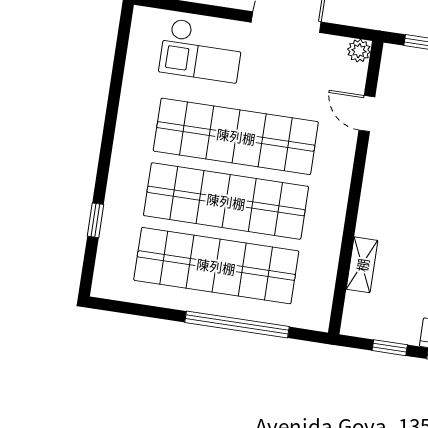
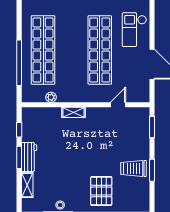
plant: (359, 51) -> (51, 97), moved
shop shelf: (226, 201) -> (71, 50), removed
shelving: (362, 265) -> (73, 112), moved

